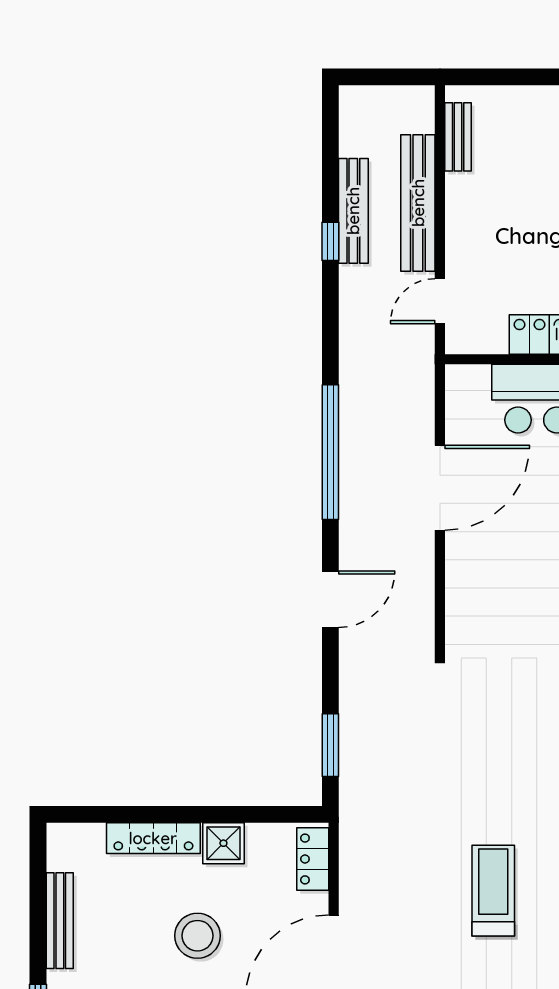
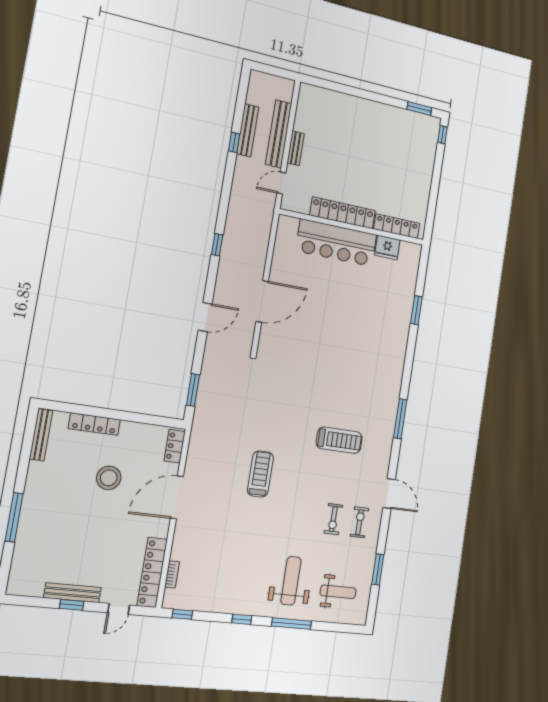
bench: (458, 137) -> (296, 148), moved
window: (330, 452) -> (217, 245), width x0.32
door: (440, 488) -> (262, 301), moved
shower: (223, 843) -> (130, 432), removed
bench: (60, 921) -> (41, 435), moved

